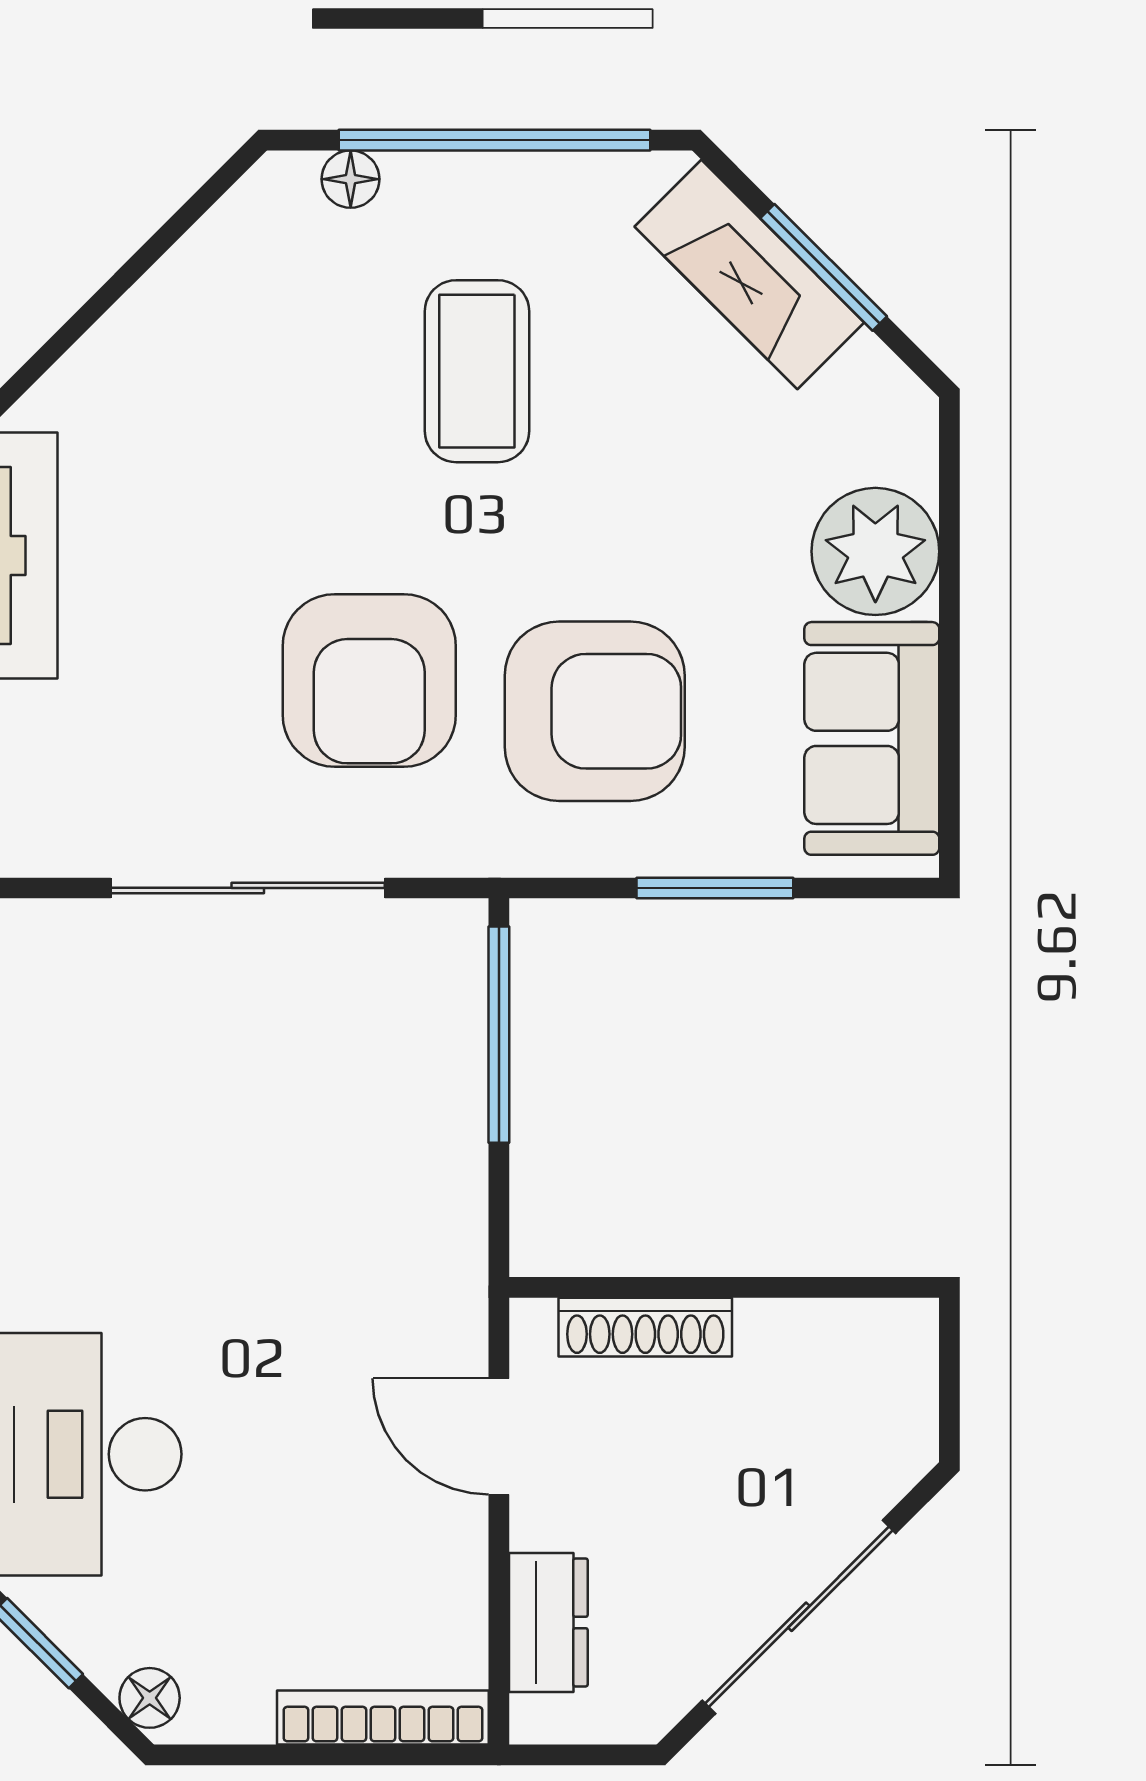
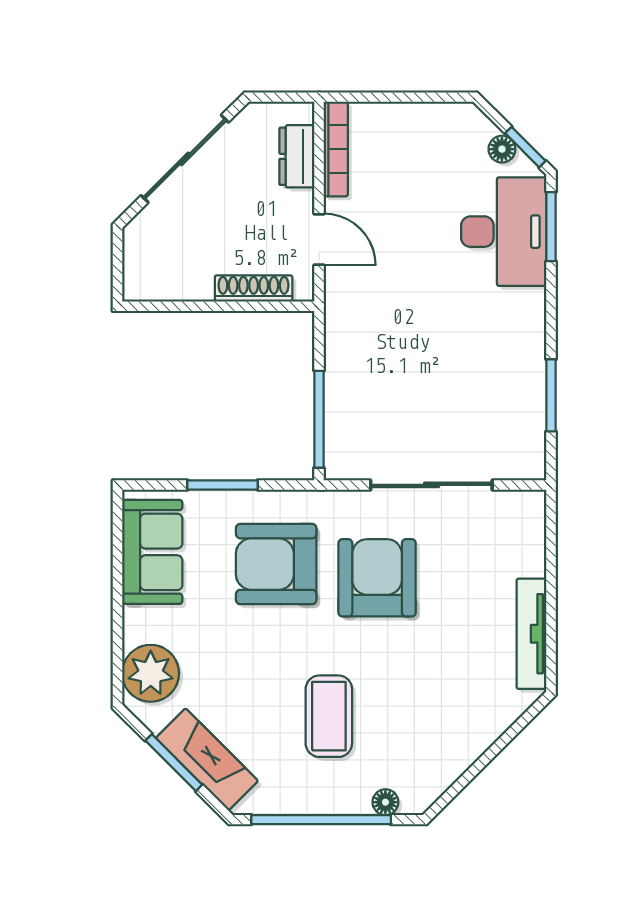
plant: (875, 551) -> (151, 673), moved
floor lamp: (150, 1698) -> (502, 149), moved
bookcase: (383, 1718) -> (336, 149), moved, turned -90

